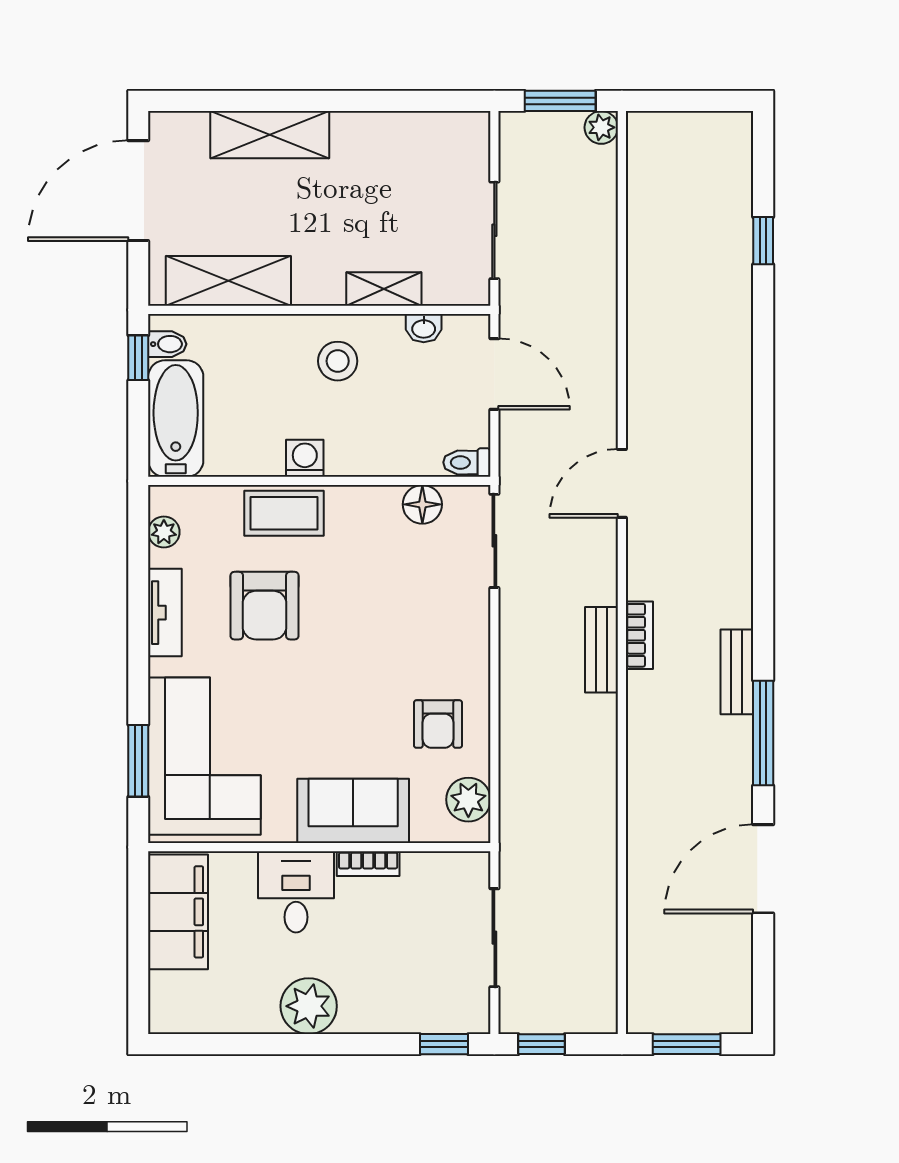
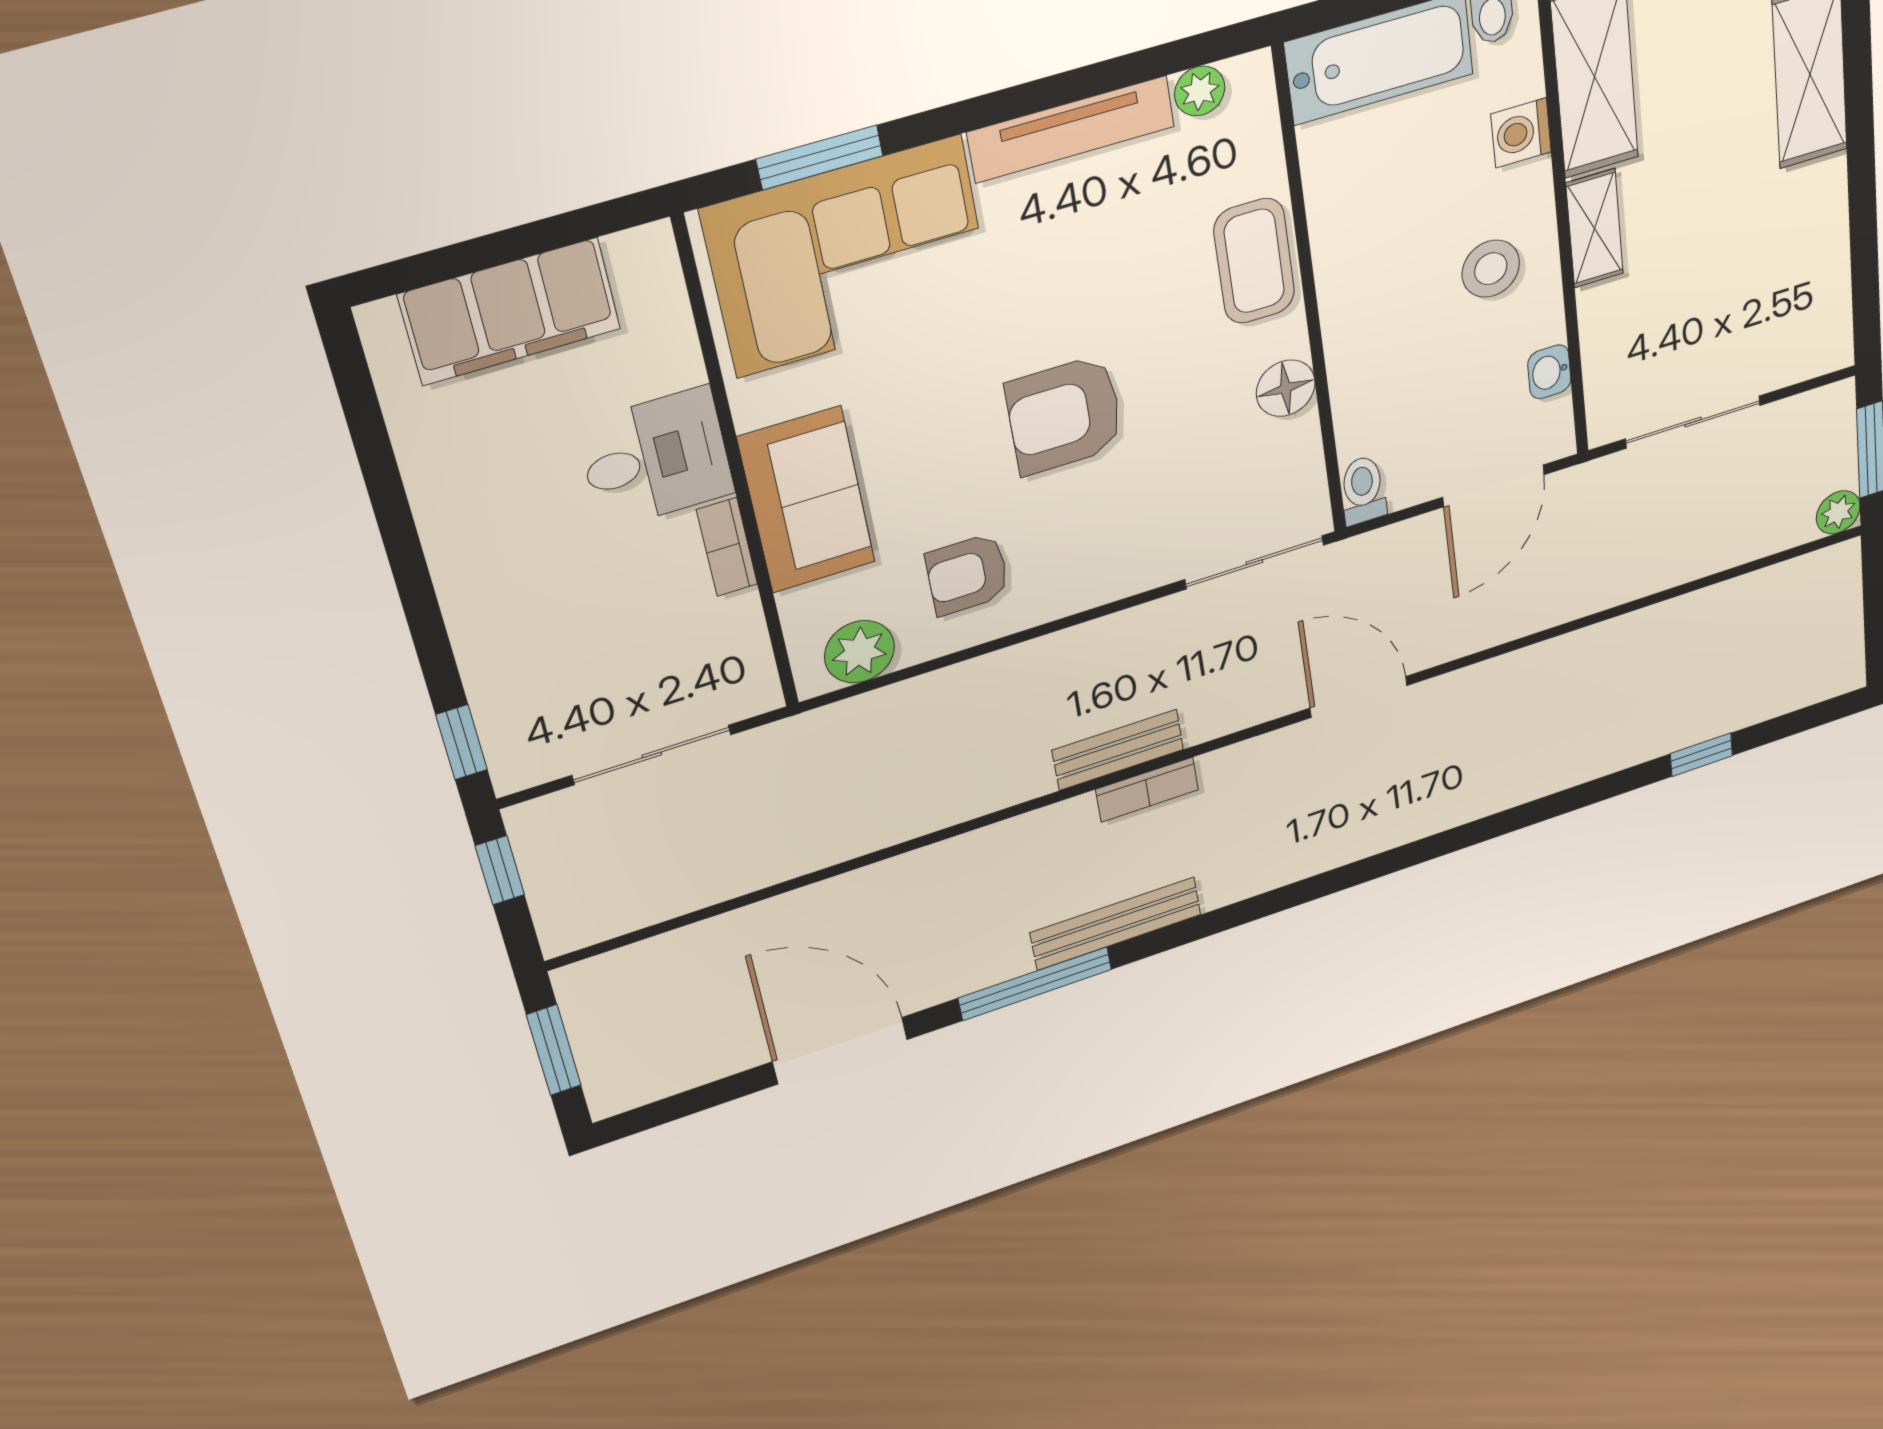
shelving: (384, 289) -> (1595, 228), moved
washing machine: (305, 458) -> (1521, 133), moved, turned 180
floor lamp: (422, 504) -> (1286, 388), moved
armchair: (265, 606) -> (1065, 415), moved
tv unit: (165, 613) -> (1071, 129), width x1.41
bench: (737, 672) -> (1116, 924), width x1.36
filing cabinet: (178, 912) -> (510, 312), moved
plant: (309, 1006) -> (470, 534), removed

